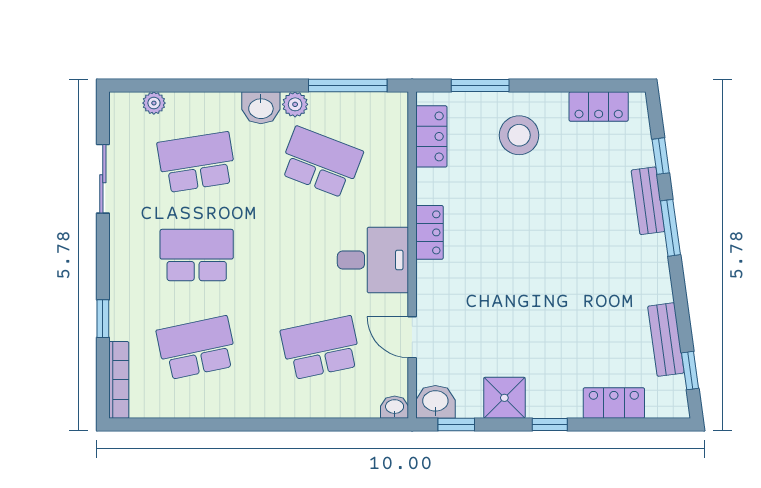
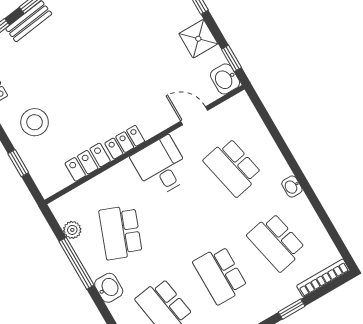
window: (348, 86) -> (77, 263), moved
window: (480, 86) -> (18, 163), width x0.67
plant: (295, 104) -> (72, 230), moved
locker: (431, 136) -> (88, 162), moved
door: (412, 337) -> (194, 116), swing flipped
washbasin: (395, 407) -> (292, 187), moved

